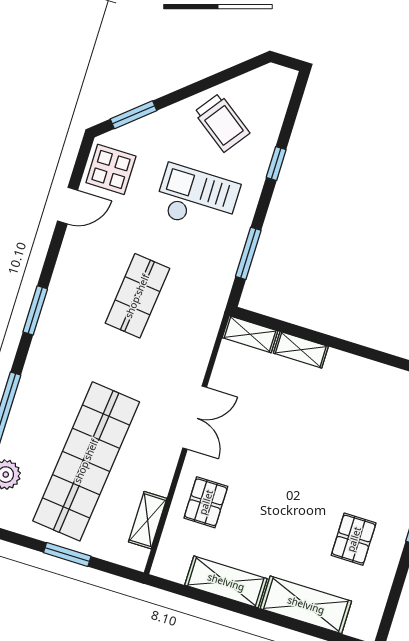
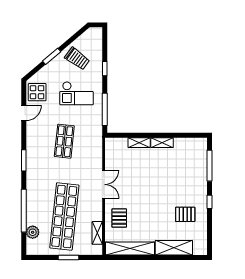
window: (133, 115) -> (52, 56), moved
checkout: (197, 199) -> (77, 93), turned 180
window: (248, 253) -> (105, 109), width x1.44
shelving: (250, 334) -> (162, 143), moved
pallet: (354, 539) -> (185, 214), turned 90
shelving: (226, 582) -> (130, 248), width x1.47

